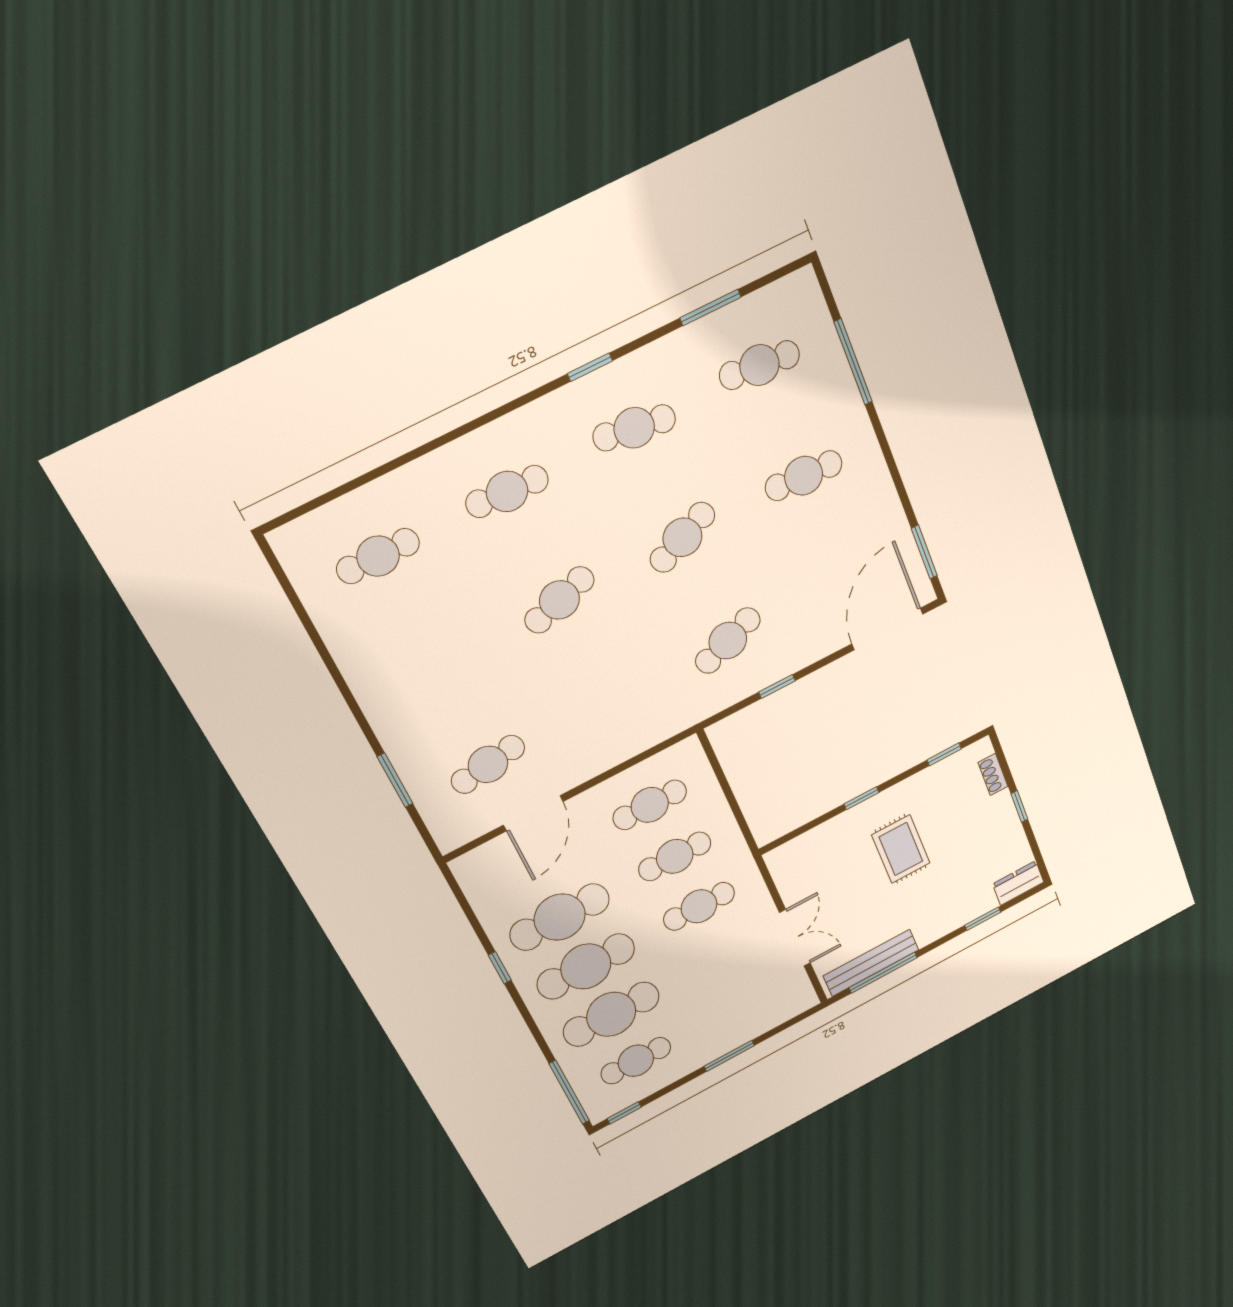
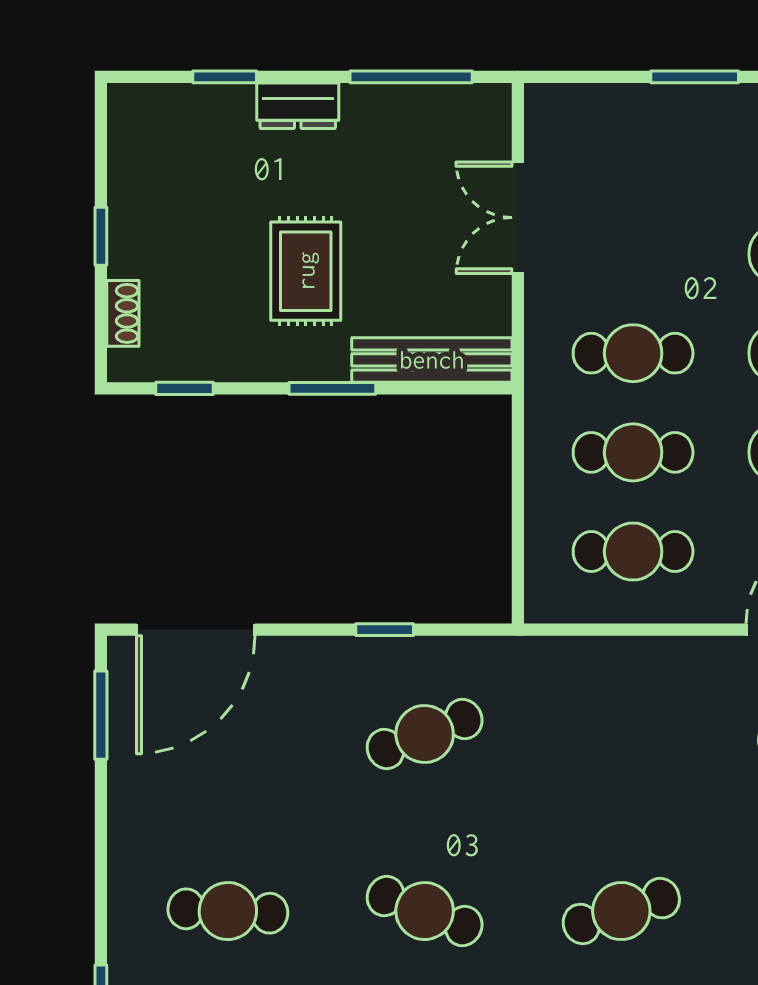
cafe table: (682, 537) -> (425, 911), turned 45
window: (861, 798) -> (332, 388), width x1.50
dresser: (1018, 883) -> (298, 106), moved
bench: (871, 963) -> (432, 360), moved

